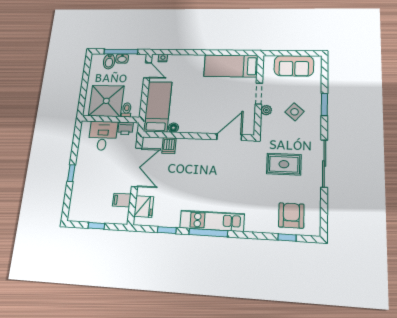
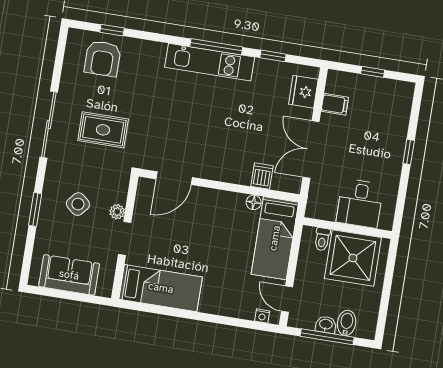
printer: (125, 128) -> (325, 210), removed

